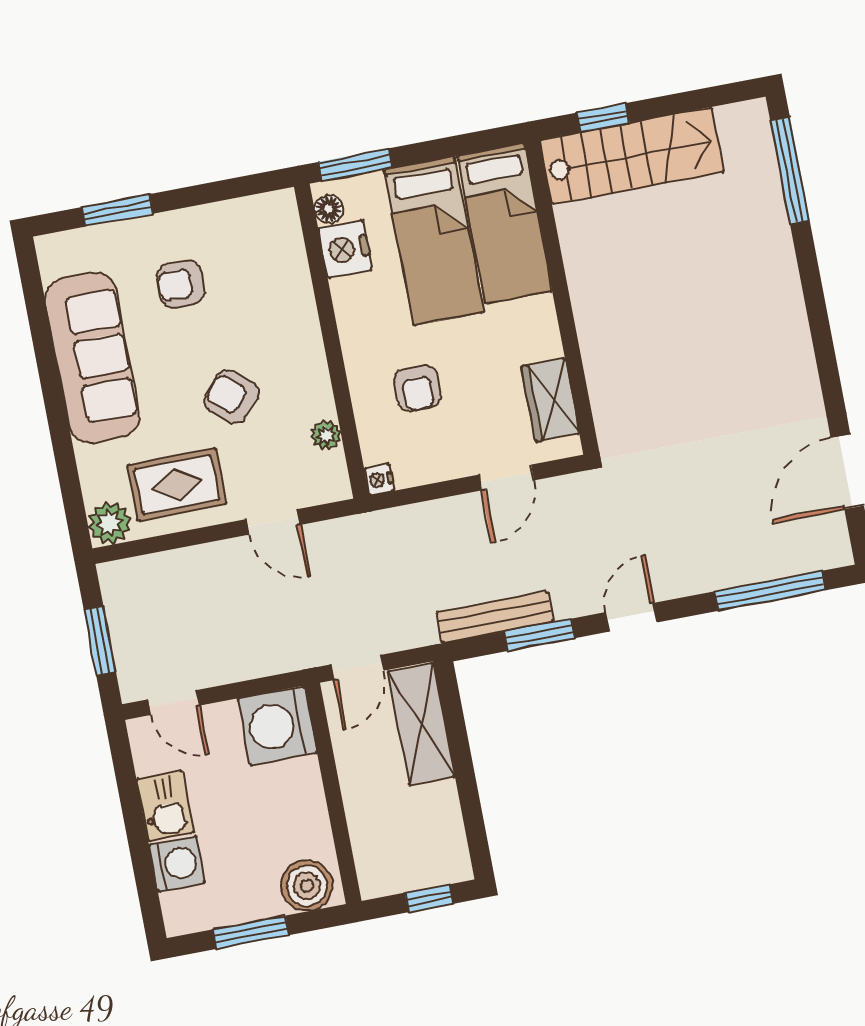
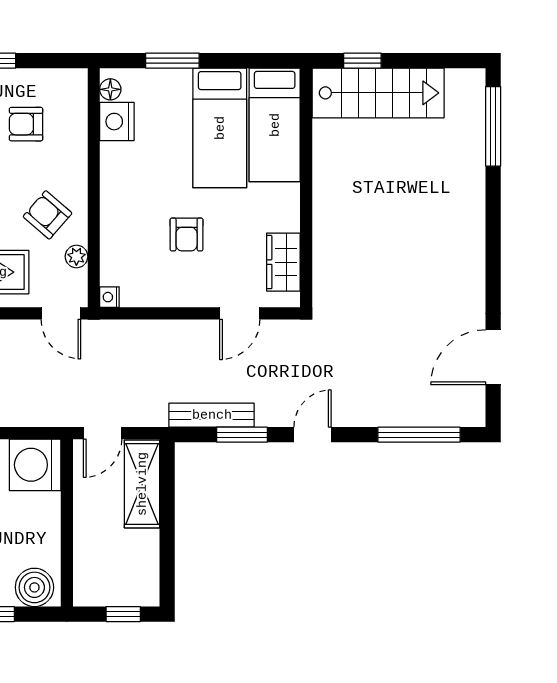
floor lamp: (329, 209) -> (110, 89), moved
nightstand: (345, 249) -> (117, 122), moved
wall: (332, 341) -> (94, 188), moved
plant: (326, 435) -> (76, 256), moved
nightstand: (379, 480) -> (109, 297), moved

